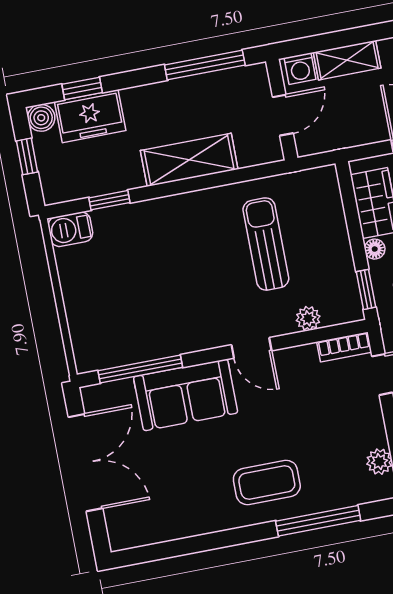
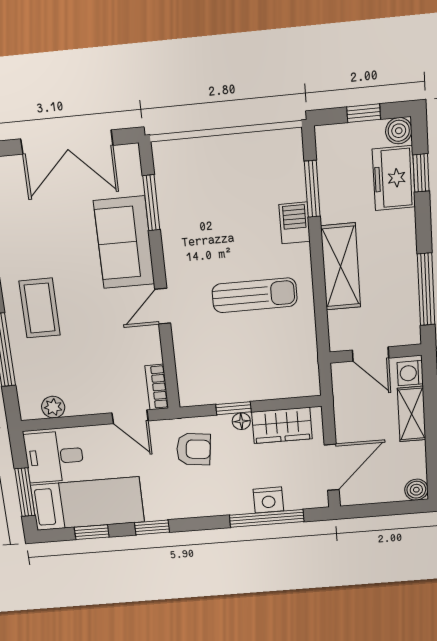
window: (109, 200) -> (312, 189), width x1.50
barbecue: (70, 229) -> (295, 223), moved
sun lounger: (266, 244) -> (255, 295), moved
window: (366, 289) -> (233, 408), moved
plant: (308, 318) -> (185, 359), removed
window: (140, 369) -> (151, 203), width x0.69

